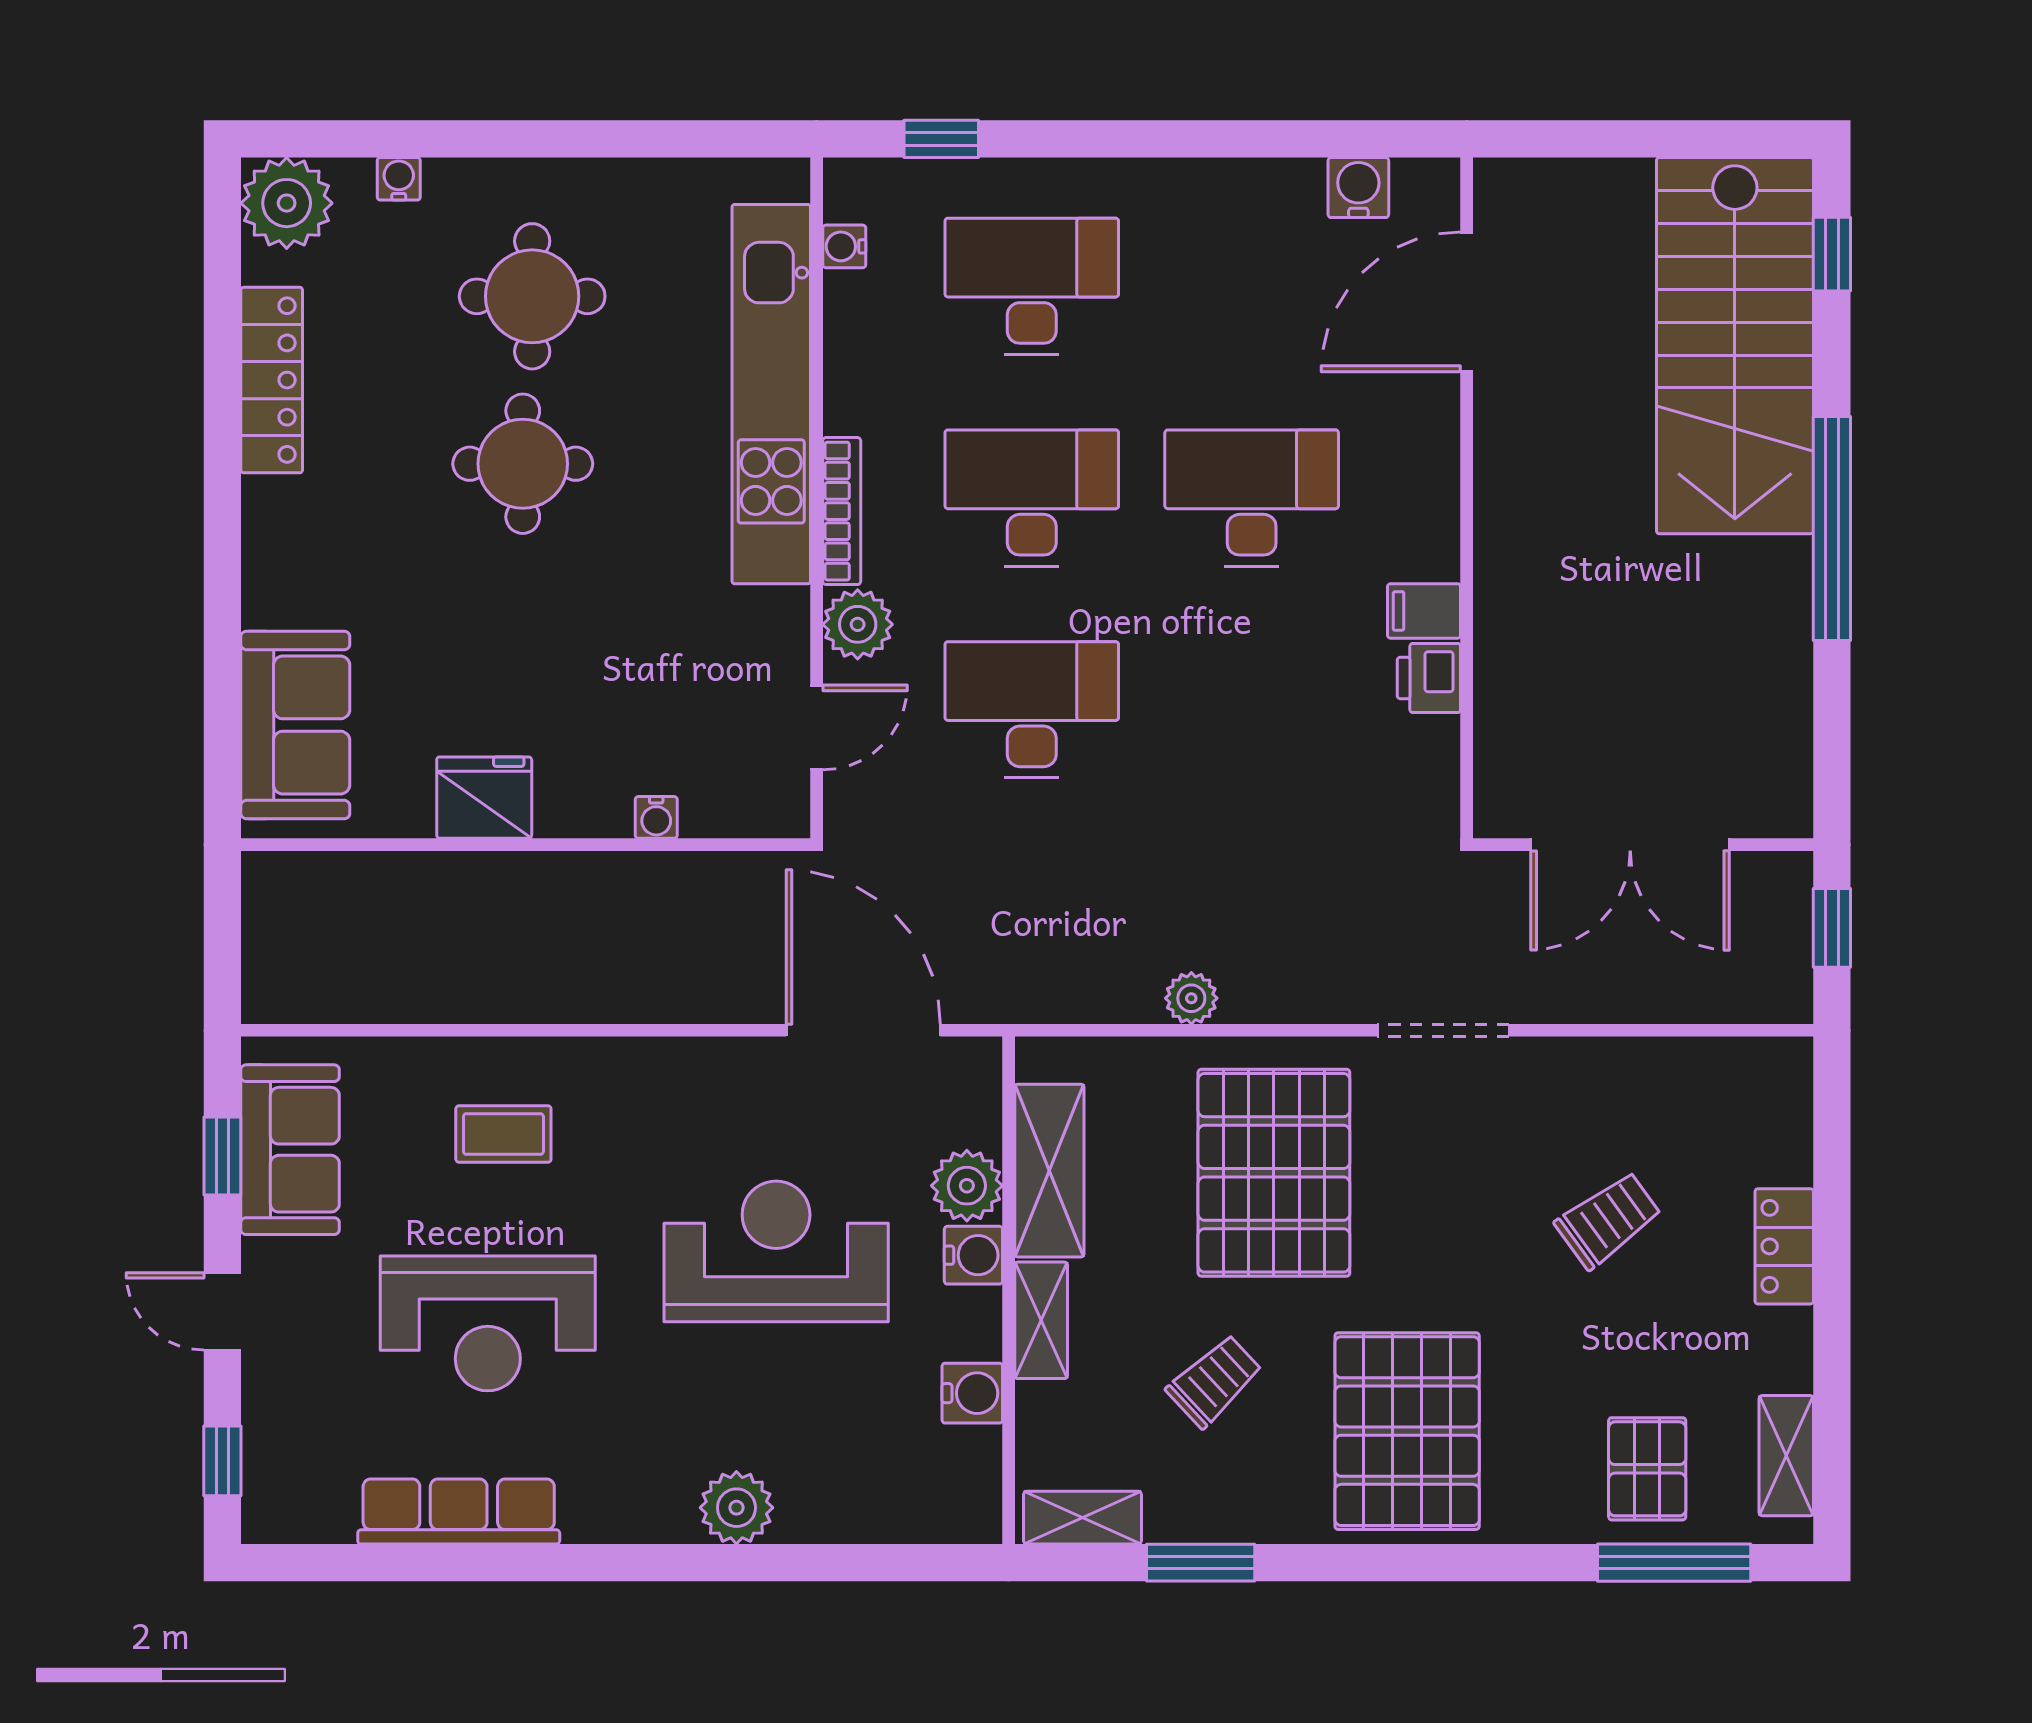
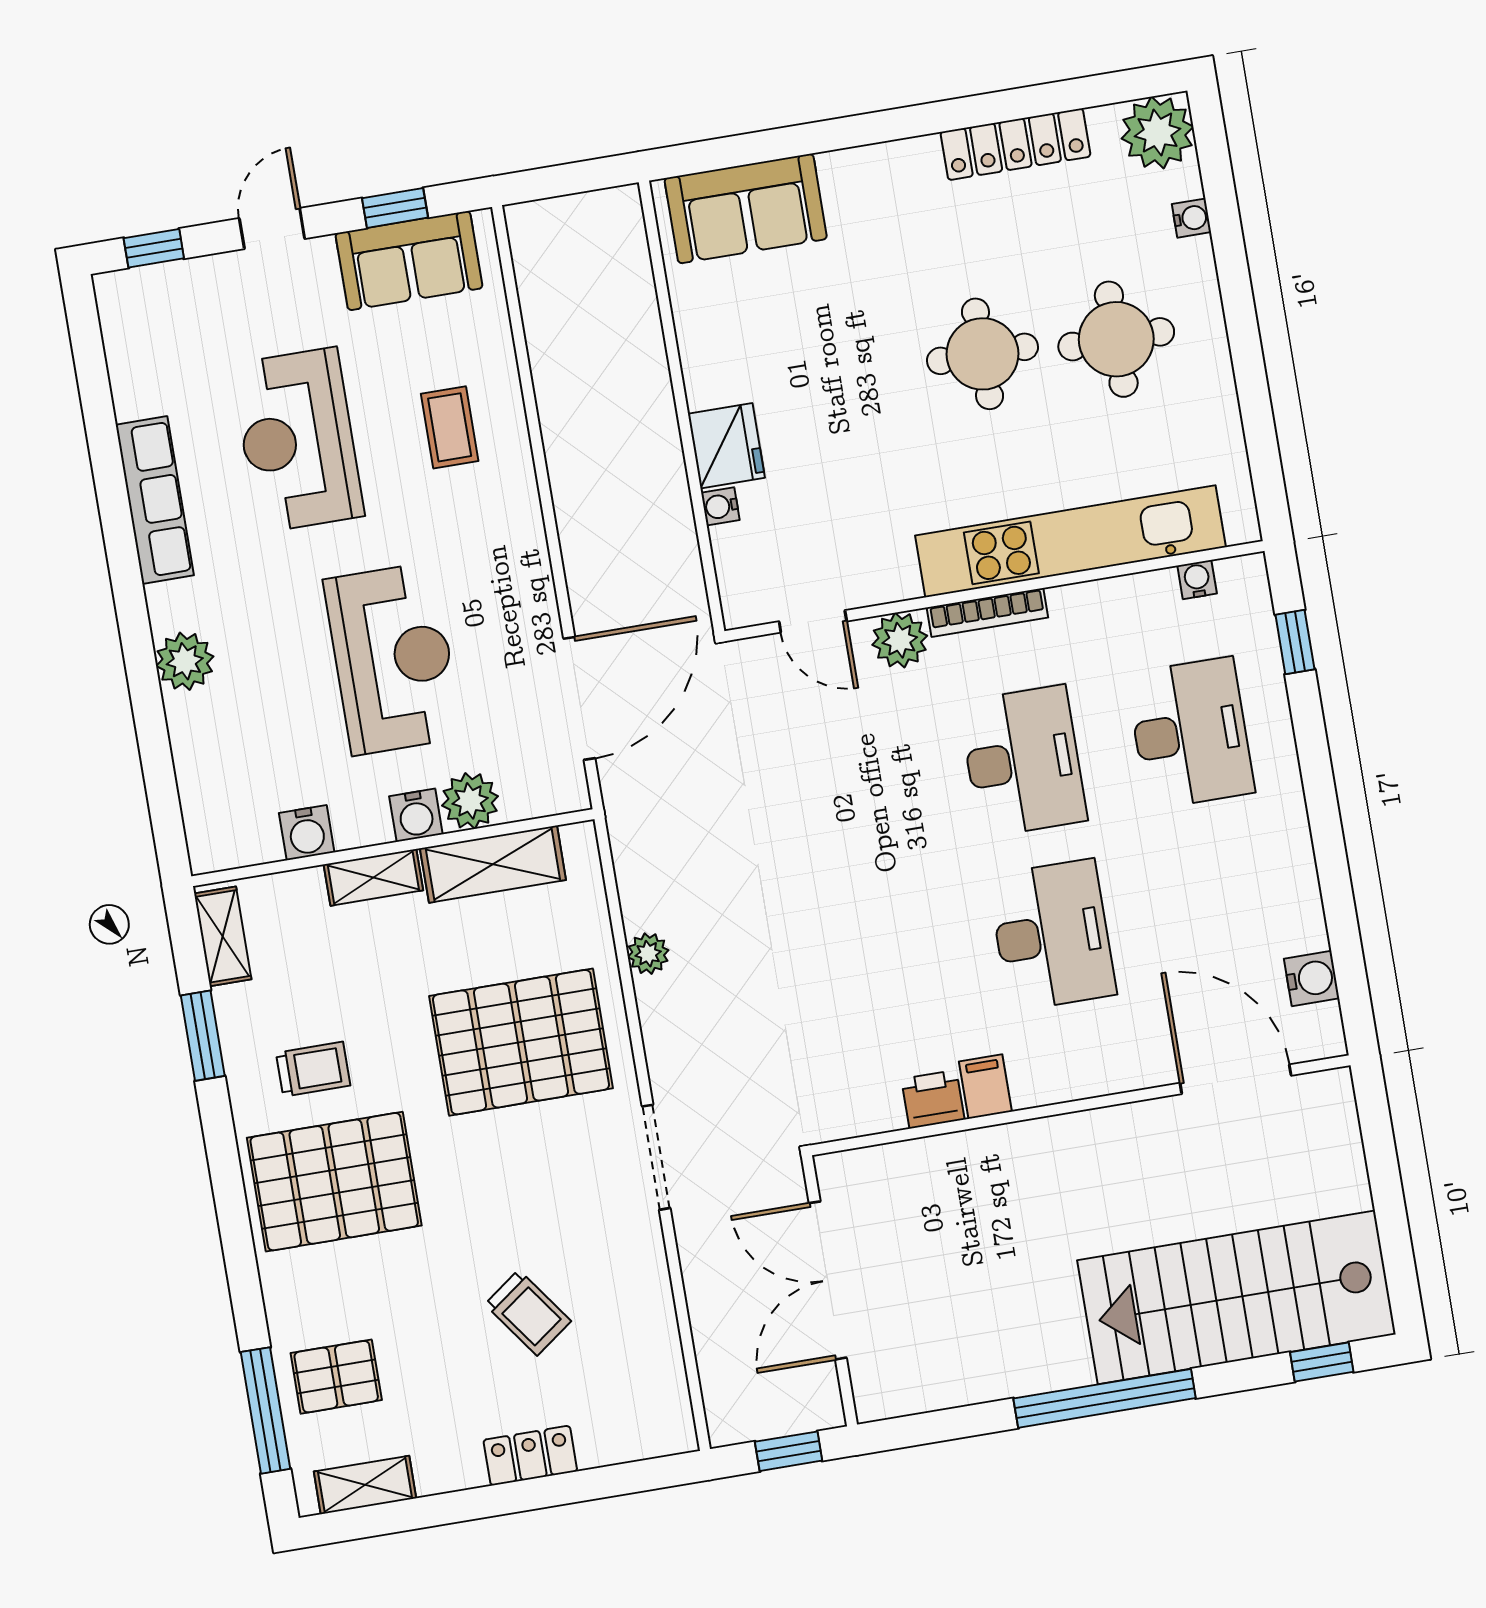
desk: (1032, 710) -> (855, 789), removed
fridge: (484, 798) -> (726, 446), moved
trolley: (1214, 1381) -> (313, 1069), moved, turned -47
row of seats: (459, 1511) -> (155, 500), moved

